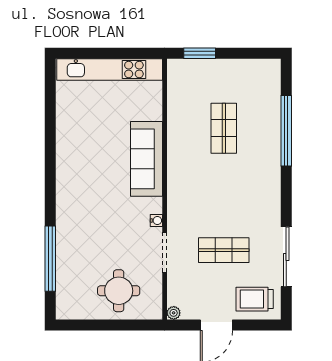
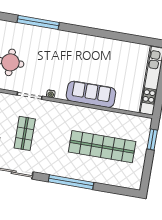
shop shelf: (224, 128) -> (102, 147), width x2.00, depth x1.36
window: (286, 131) -> (71, 182), moved

